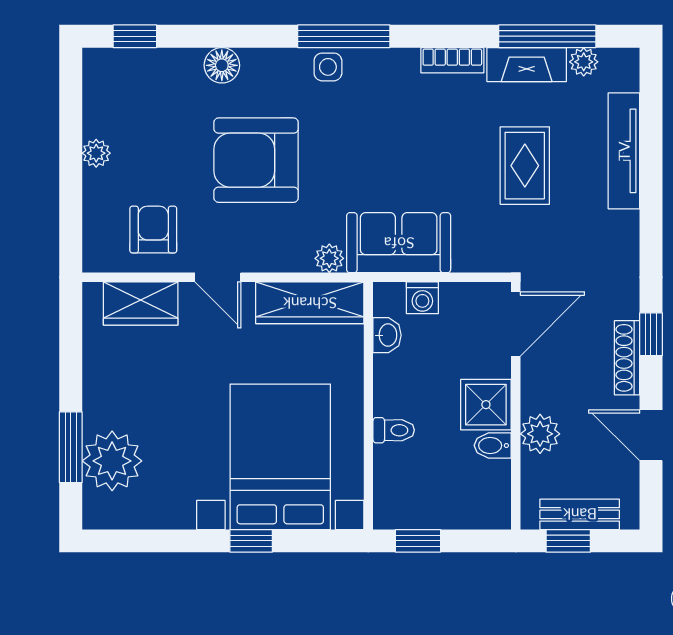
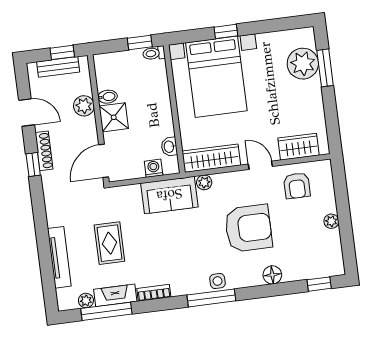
toilet: (394, 430) -> (154, 53), moved

